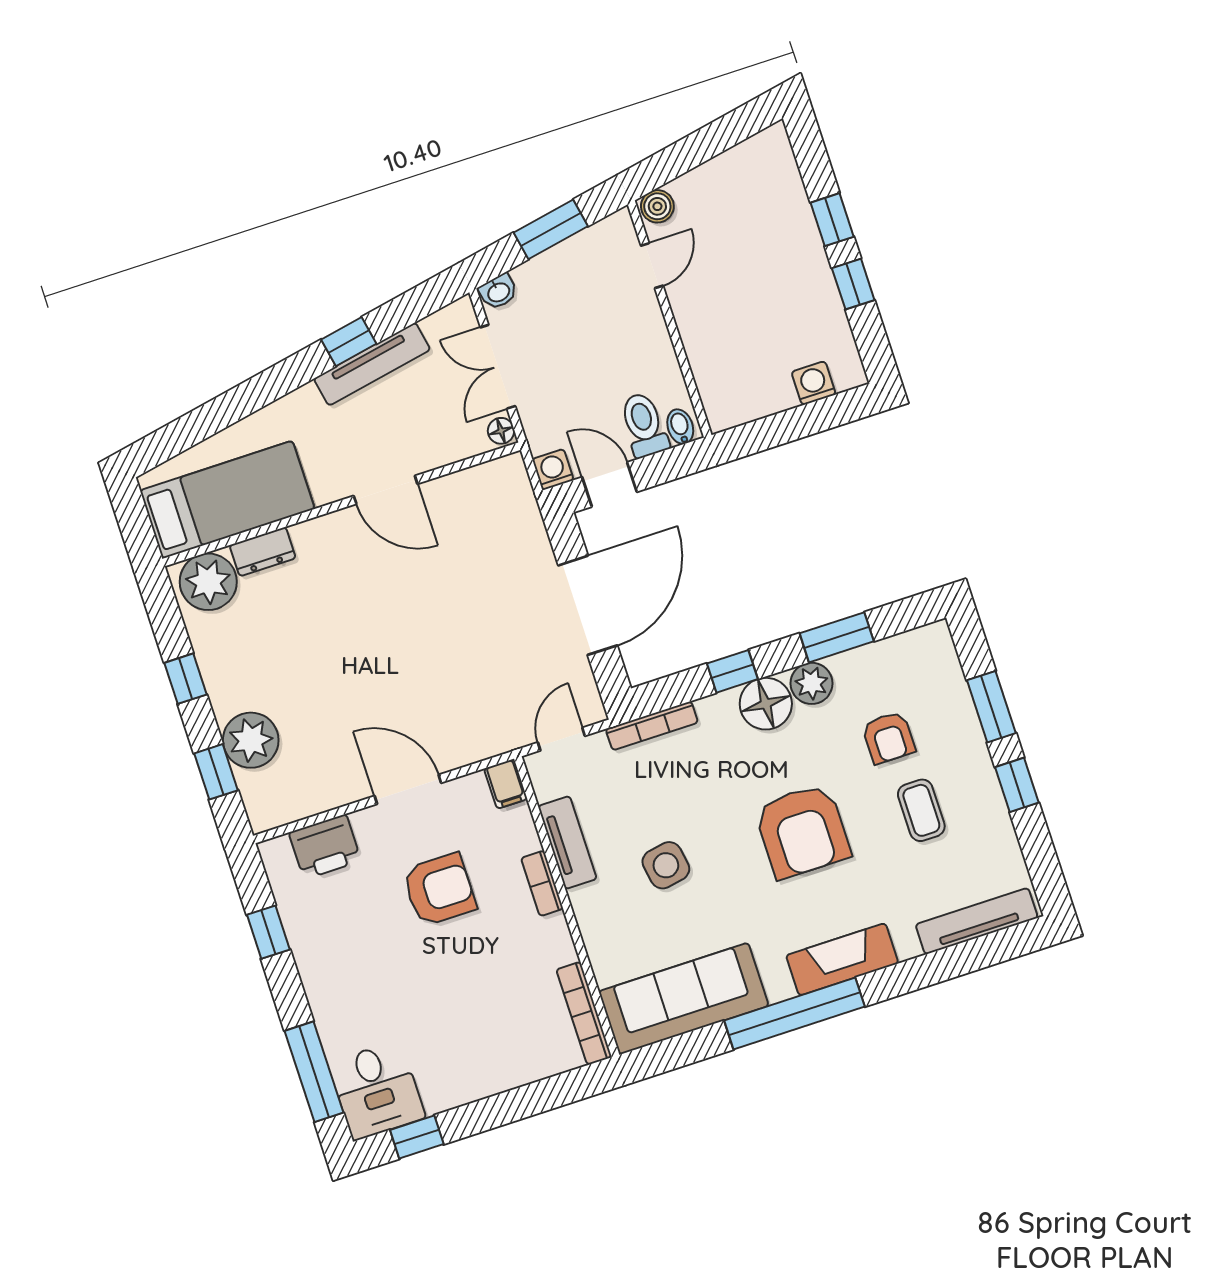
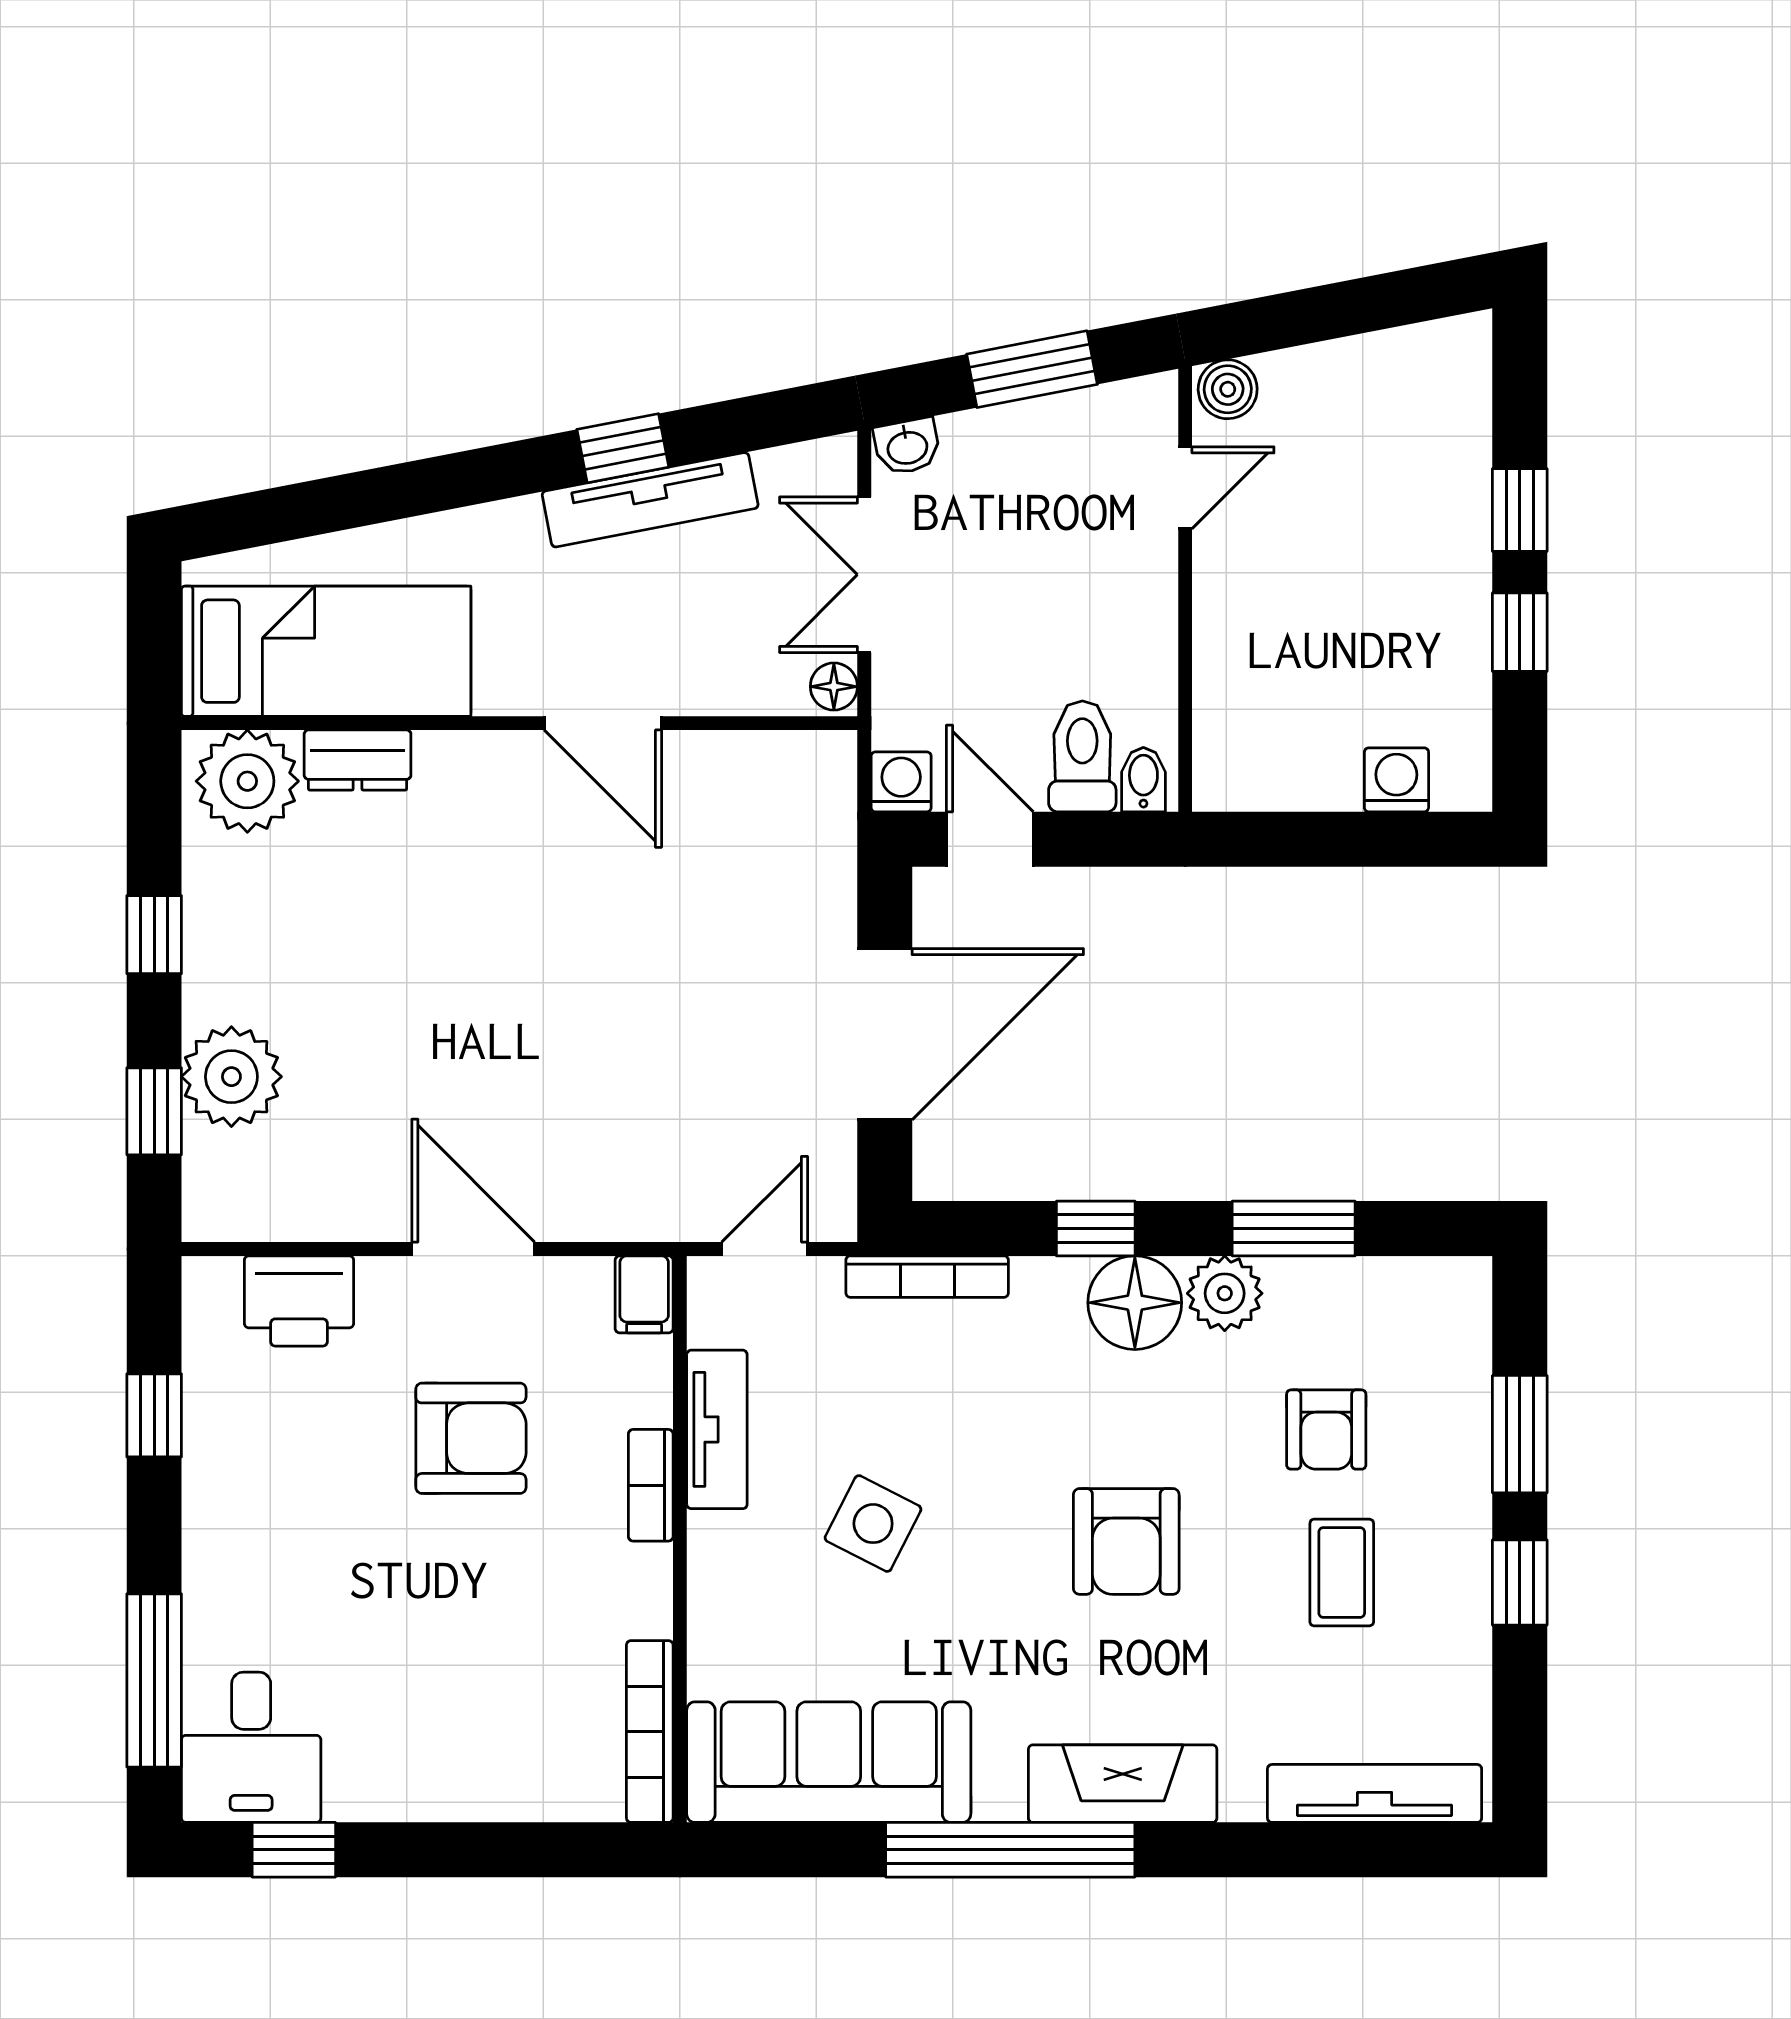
armchair: (802, 831) -> (1126, 1541), width x0.73, depth x0.73
side table: (666, 865) -> (873, 1524), turned 37

